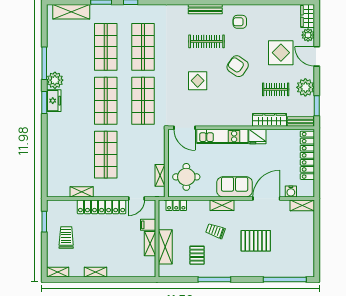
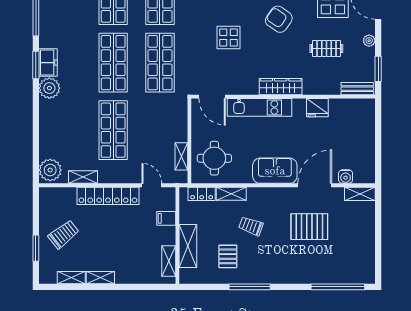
plant: (55, 80) -> (49, 88), moved
plant: (305, 87) -> (369, 41), width x0.53, depth x0.53
wardrobe: (270, 120) -> (281, 87), moved
fridge: (257, 137) -> (317, 108), moved
locker: (307, 155) -> (366, 131), removed
plant: (55, 186) -> (50, 170), added
door: (137, 198) -> (152, 185), swing flipped
shelving: (222, 205) -> (231, 194), moved
window: (44, 222) -> (36, 248), moved
trolley: (66, 238) -> (64, 234), turned 52
pallet: (256, 241) -> (309, 227), moved
shelving: (150, 244) -> (169, 261), moved
shelving: (58, 272) -> (71, 278), moved

